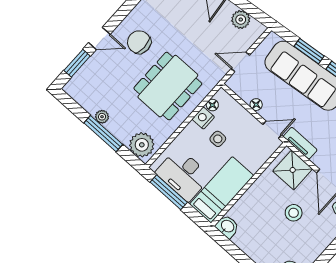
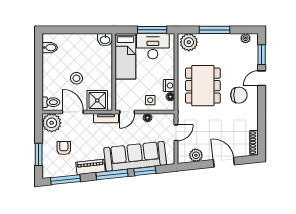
plant: (102, 117) -> (245, 38), moved
side table: (218, 139) -> (150, 100), moved

